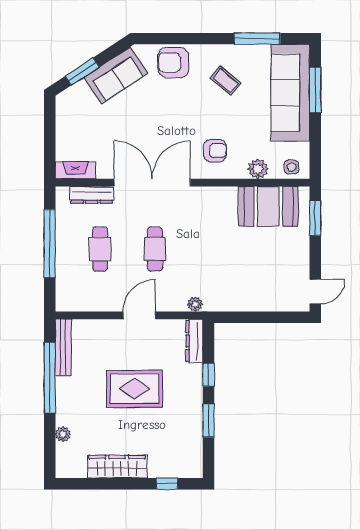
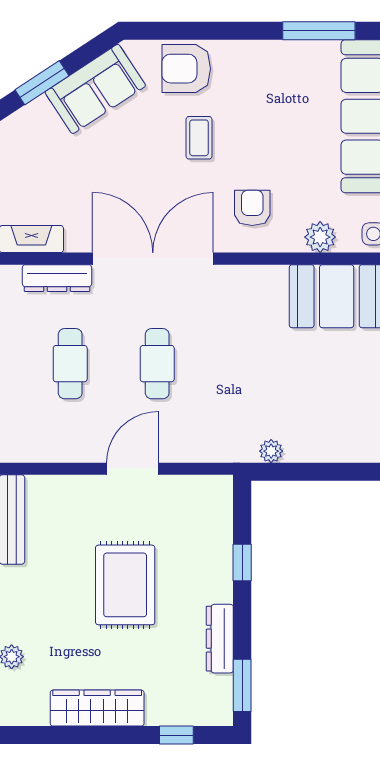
coffee table: (225, 81) -> (199, 138), moved, turned 51
armchair: (215, 151) -> (252, 208), turned -90
plant: (195, 304) -> (271, 451), moved
dresser: (194, 341) -> (220, 639), moved
rug: (135, 389) -> (125, 585), turned 90
window: (209, 421) -> (242, 685), moved

